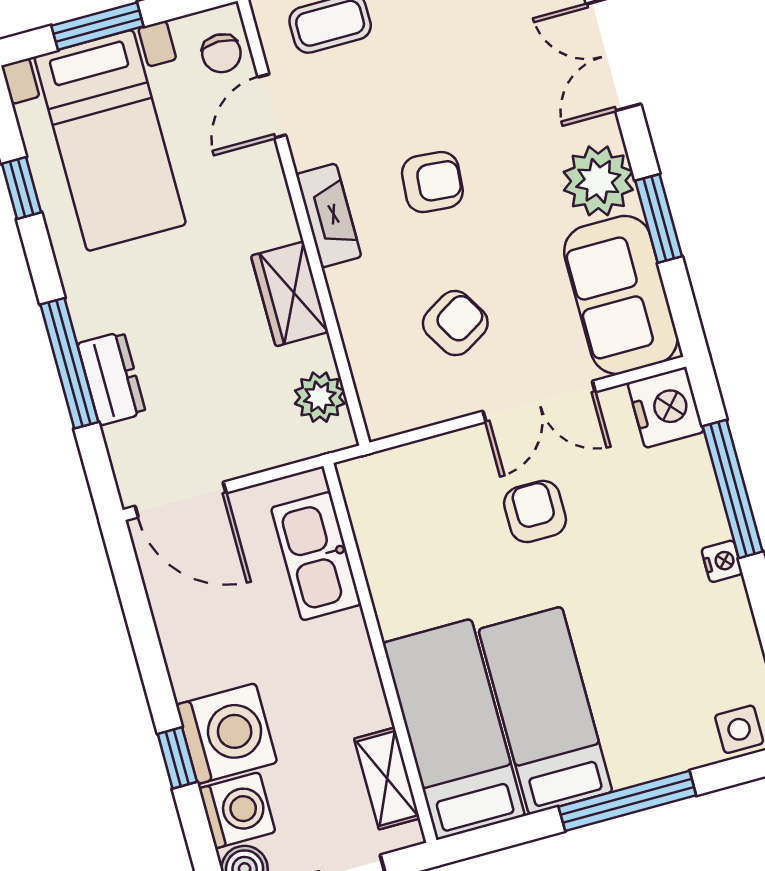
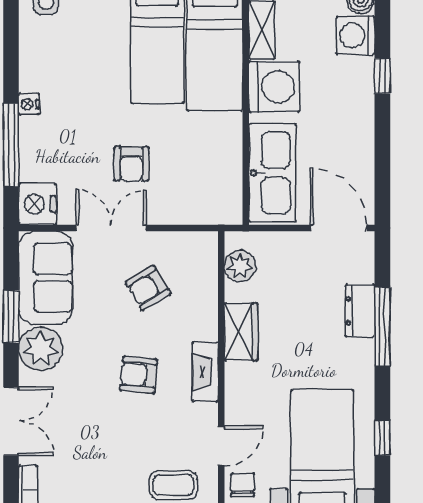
kitchen sink: (316, 556) -> (272, 173), width x1.36, depth x1.24
washing machine: (227, 734) -> (274, 87), moved, turned 180

